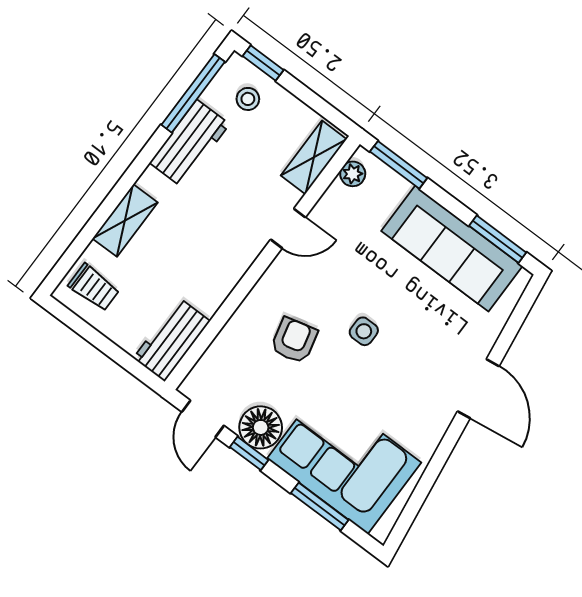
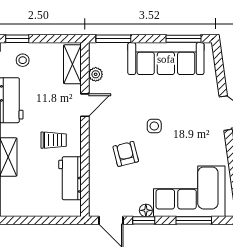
plant: (353, 174) -> (96, 74), moved
trolley: (94, 287) -> (54, 140), moved
workbench: (172, 339) -> (70, 178), moved
floor lamp: (261, 427) -> (146, 210), width x0.53, depth x0.53

